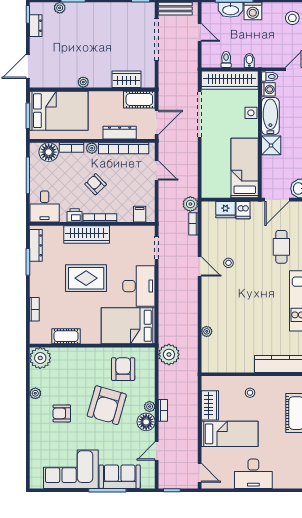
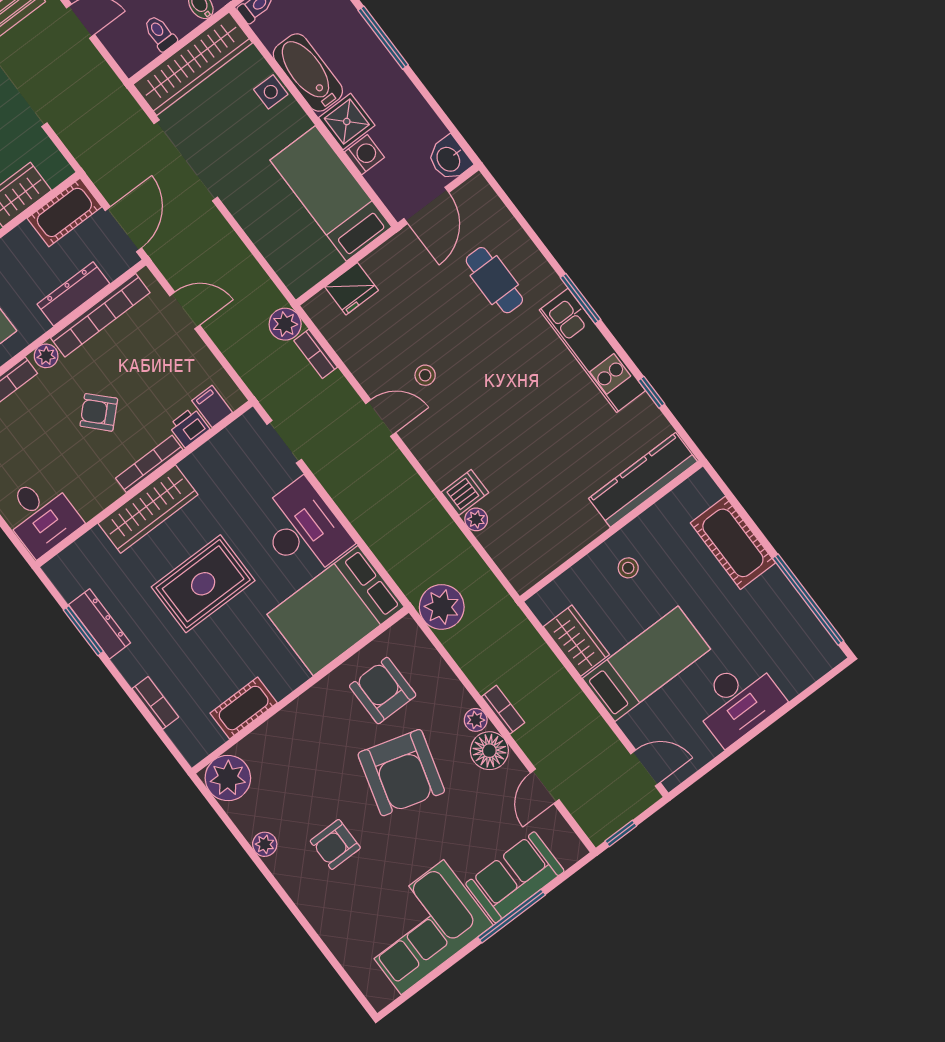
washing machine: (268, 89) -> (364, 155), moved
dishwasher: (243, 210) -> (465, 492), moved, turned -90
printer: (75, 215) -> (189, 427), moved
dresser: (36, 245) -> (100, 624), moved

